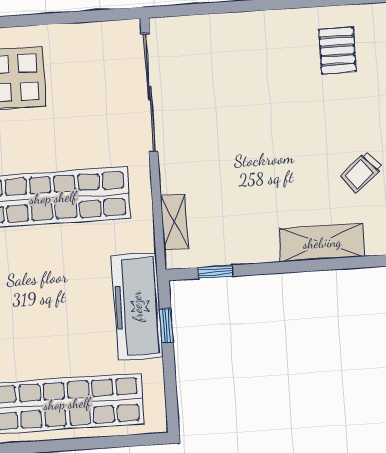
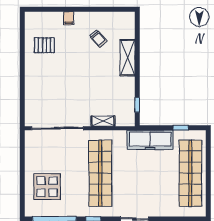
shelving: (174, 222) -> (103, 121), moved
window: (166, 326) -> (181, 128), moved

